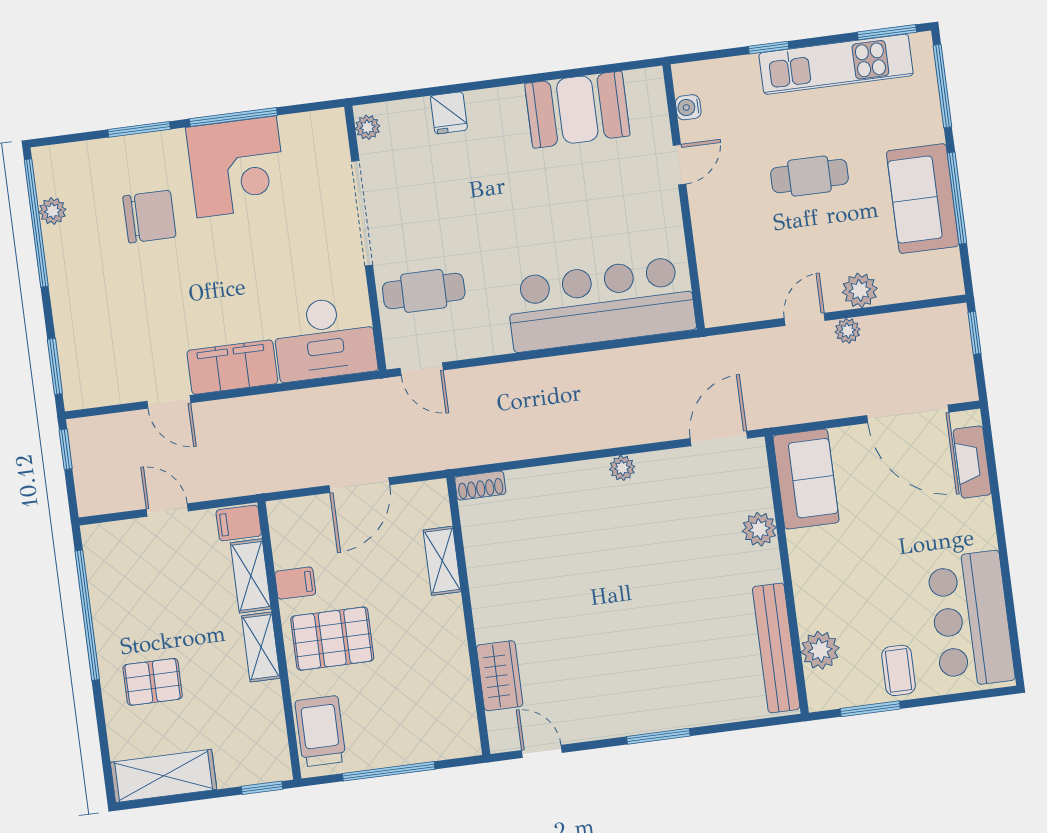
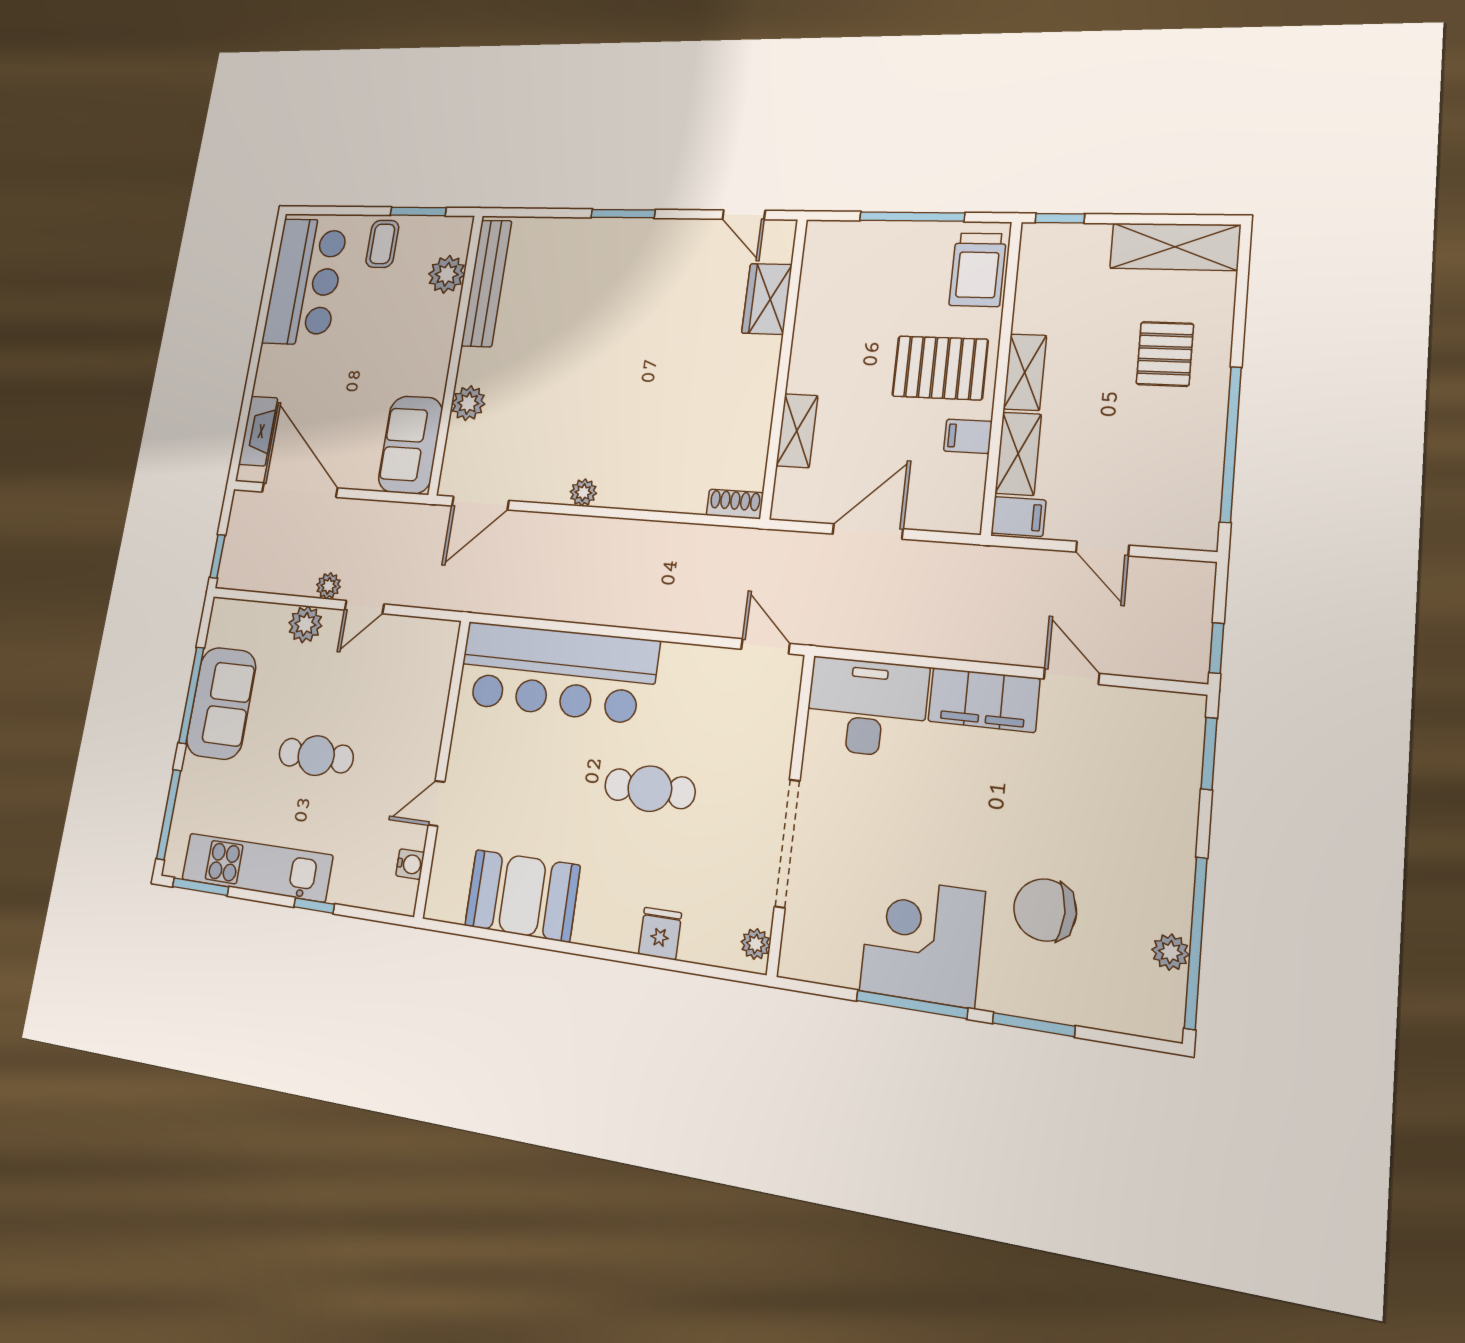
cafe table: (424, 291) -> (650, 789), moved
pallet: (153, 682) -> (1165, 354), turned 90

